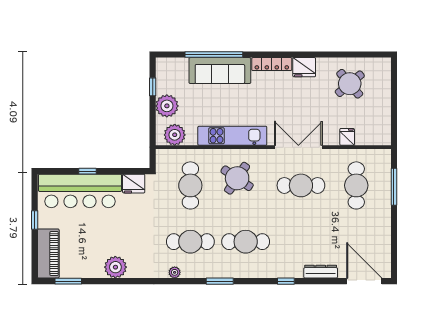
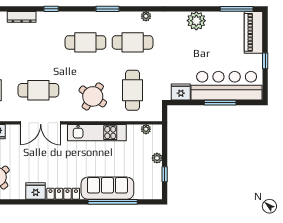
plant: (167, 106) -> (157, 158), width x0.53, depth x0.53
plant: (175, 135) -> (146, 129), width x0.53, depth x0.53
window: (88, 171) -> (220, 103), width x2.17
window: (68, 281) -> (237, 9), width x1.44

